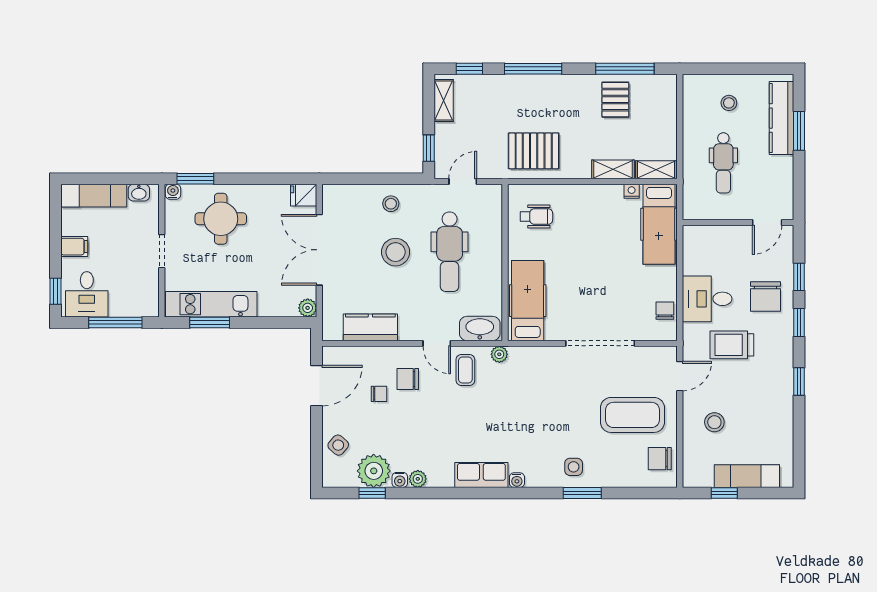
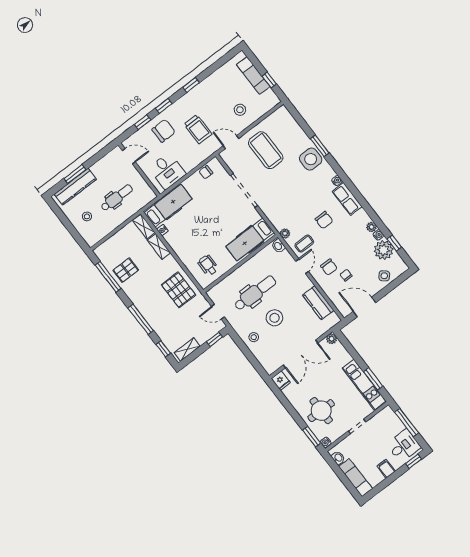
desk: (707, 299) -> (167, 171), moved
washbasin: (480, 328) -> (278, 246), width x0.52, depth x0.69
chair: (660, 459) -> (324, 220), moved
side table: (574, 467) -> (311, 159), width x1.87, depth x1.87

